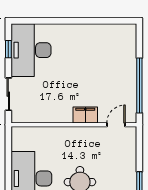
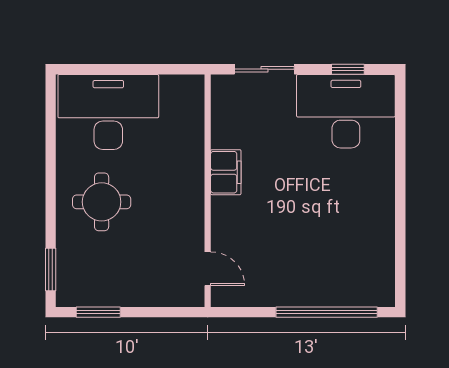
window: (139, 85) -> (327, 312), moved
filing cabinet: (85, 115) -> (226, 172), moved

